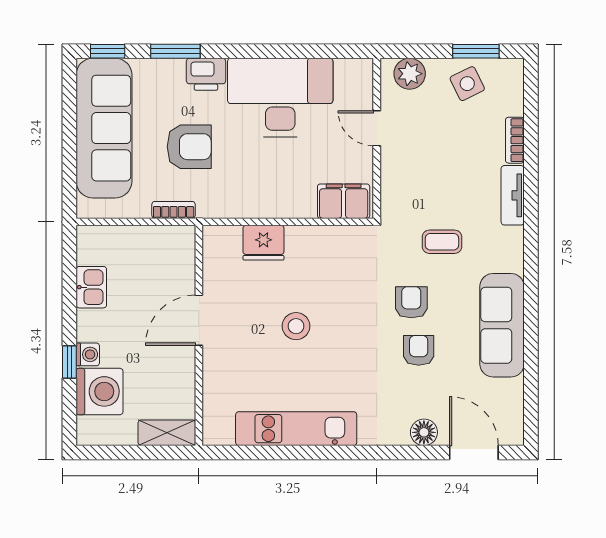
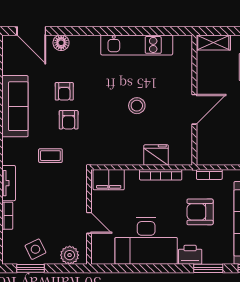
bookcase: (256, 209) -> (161, 175), added

